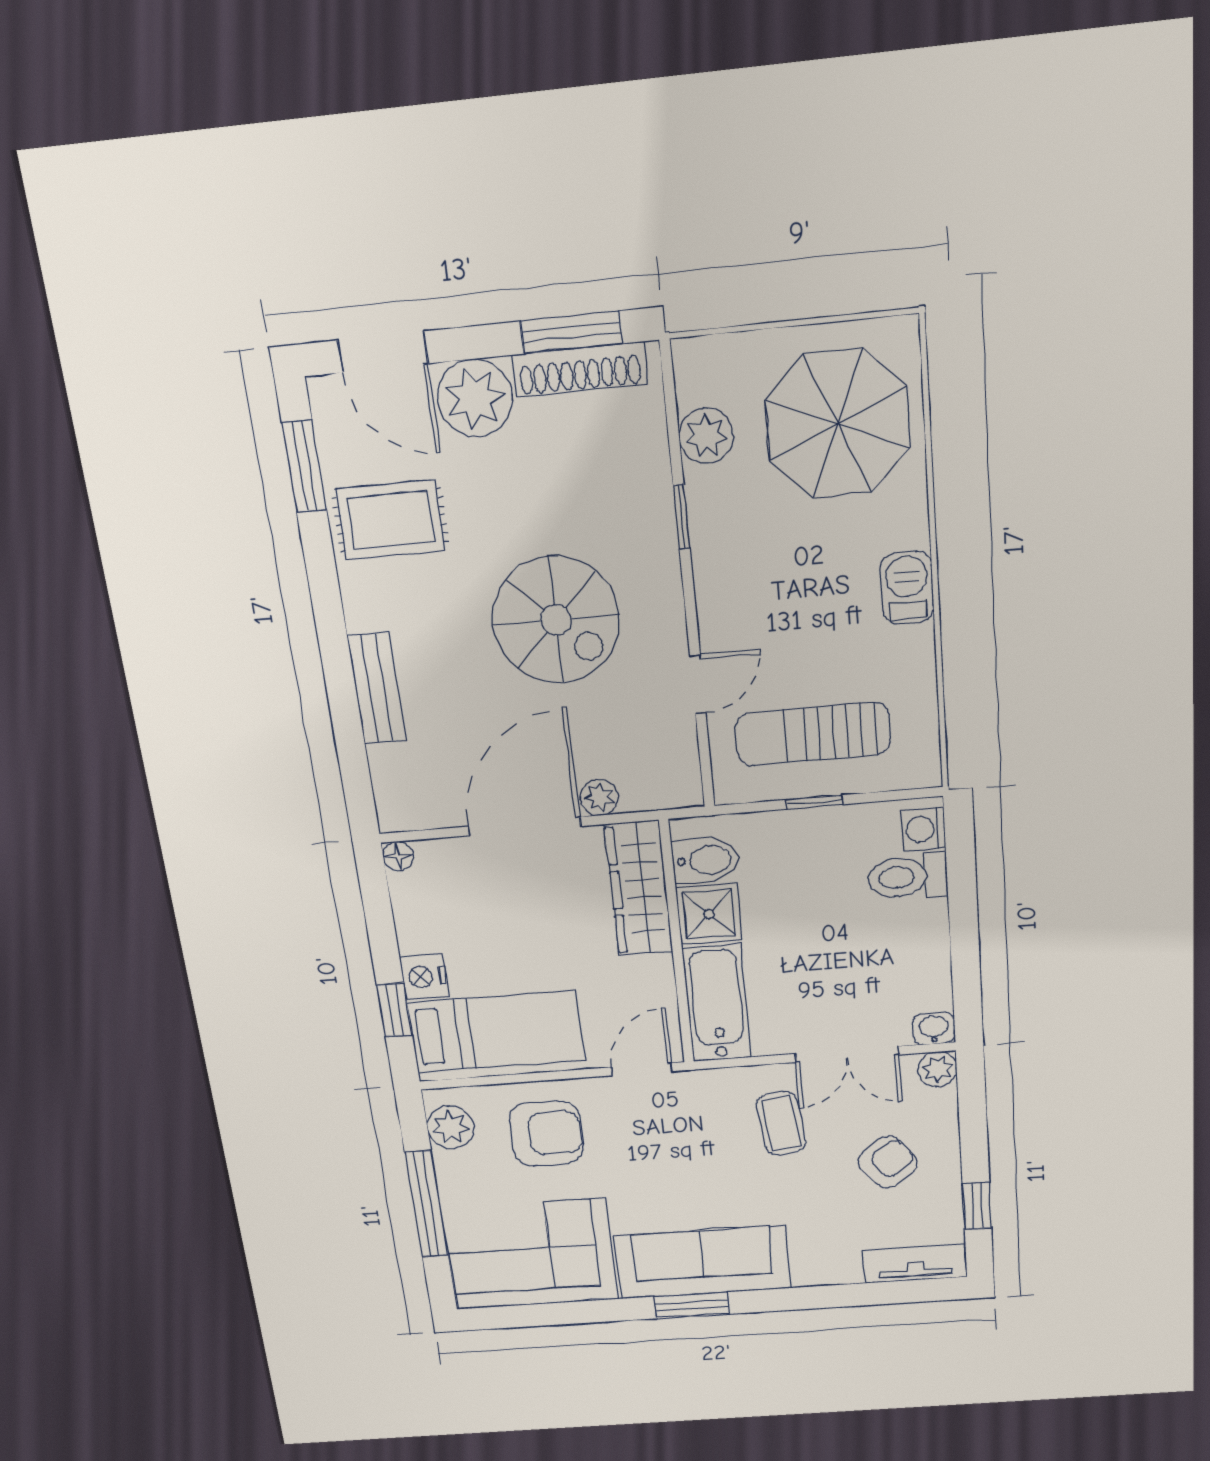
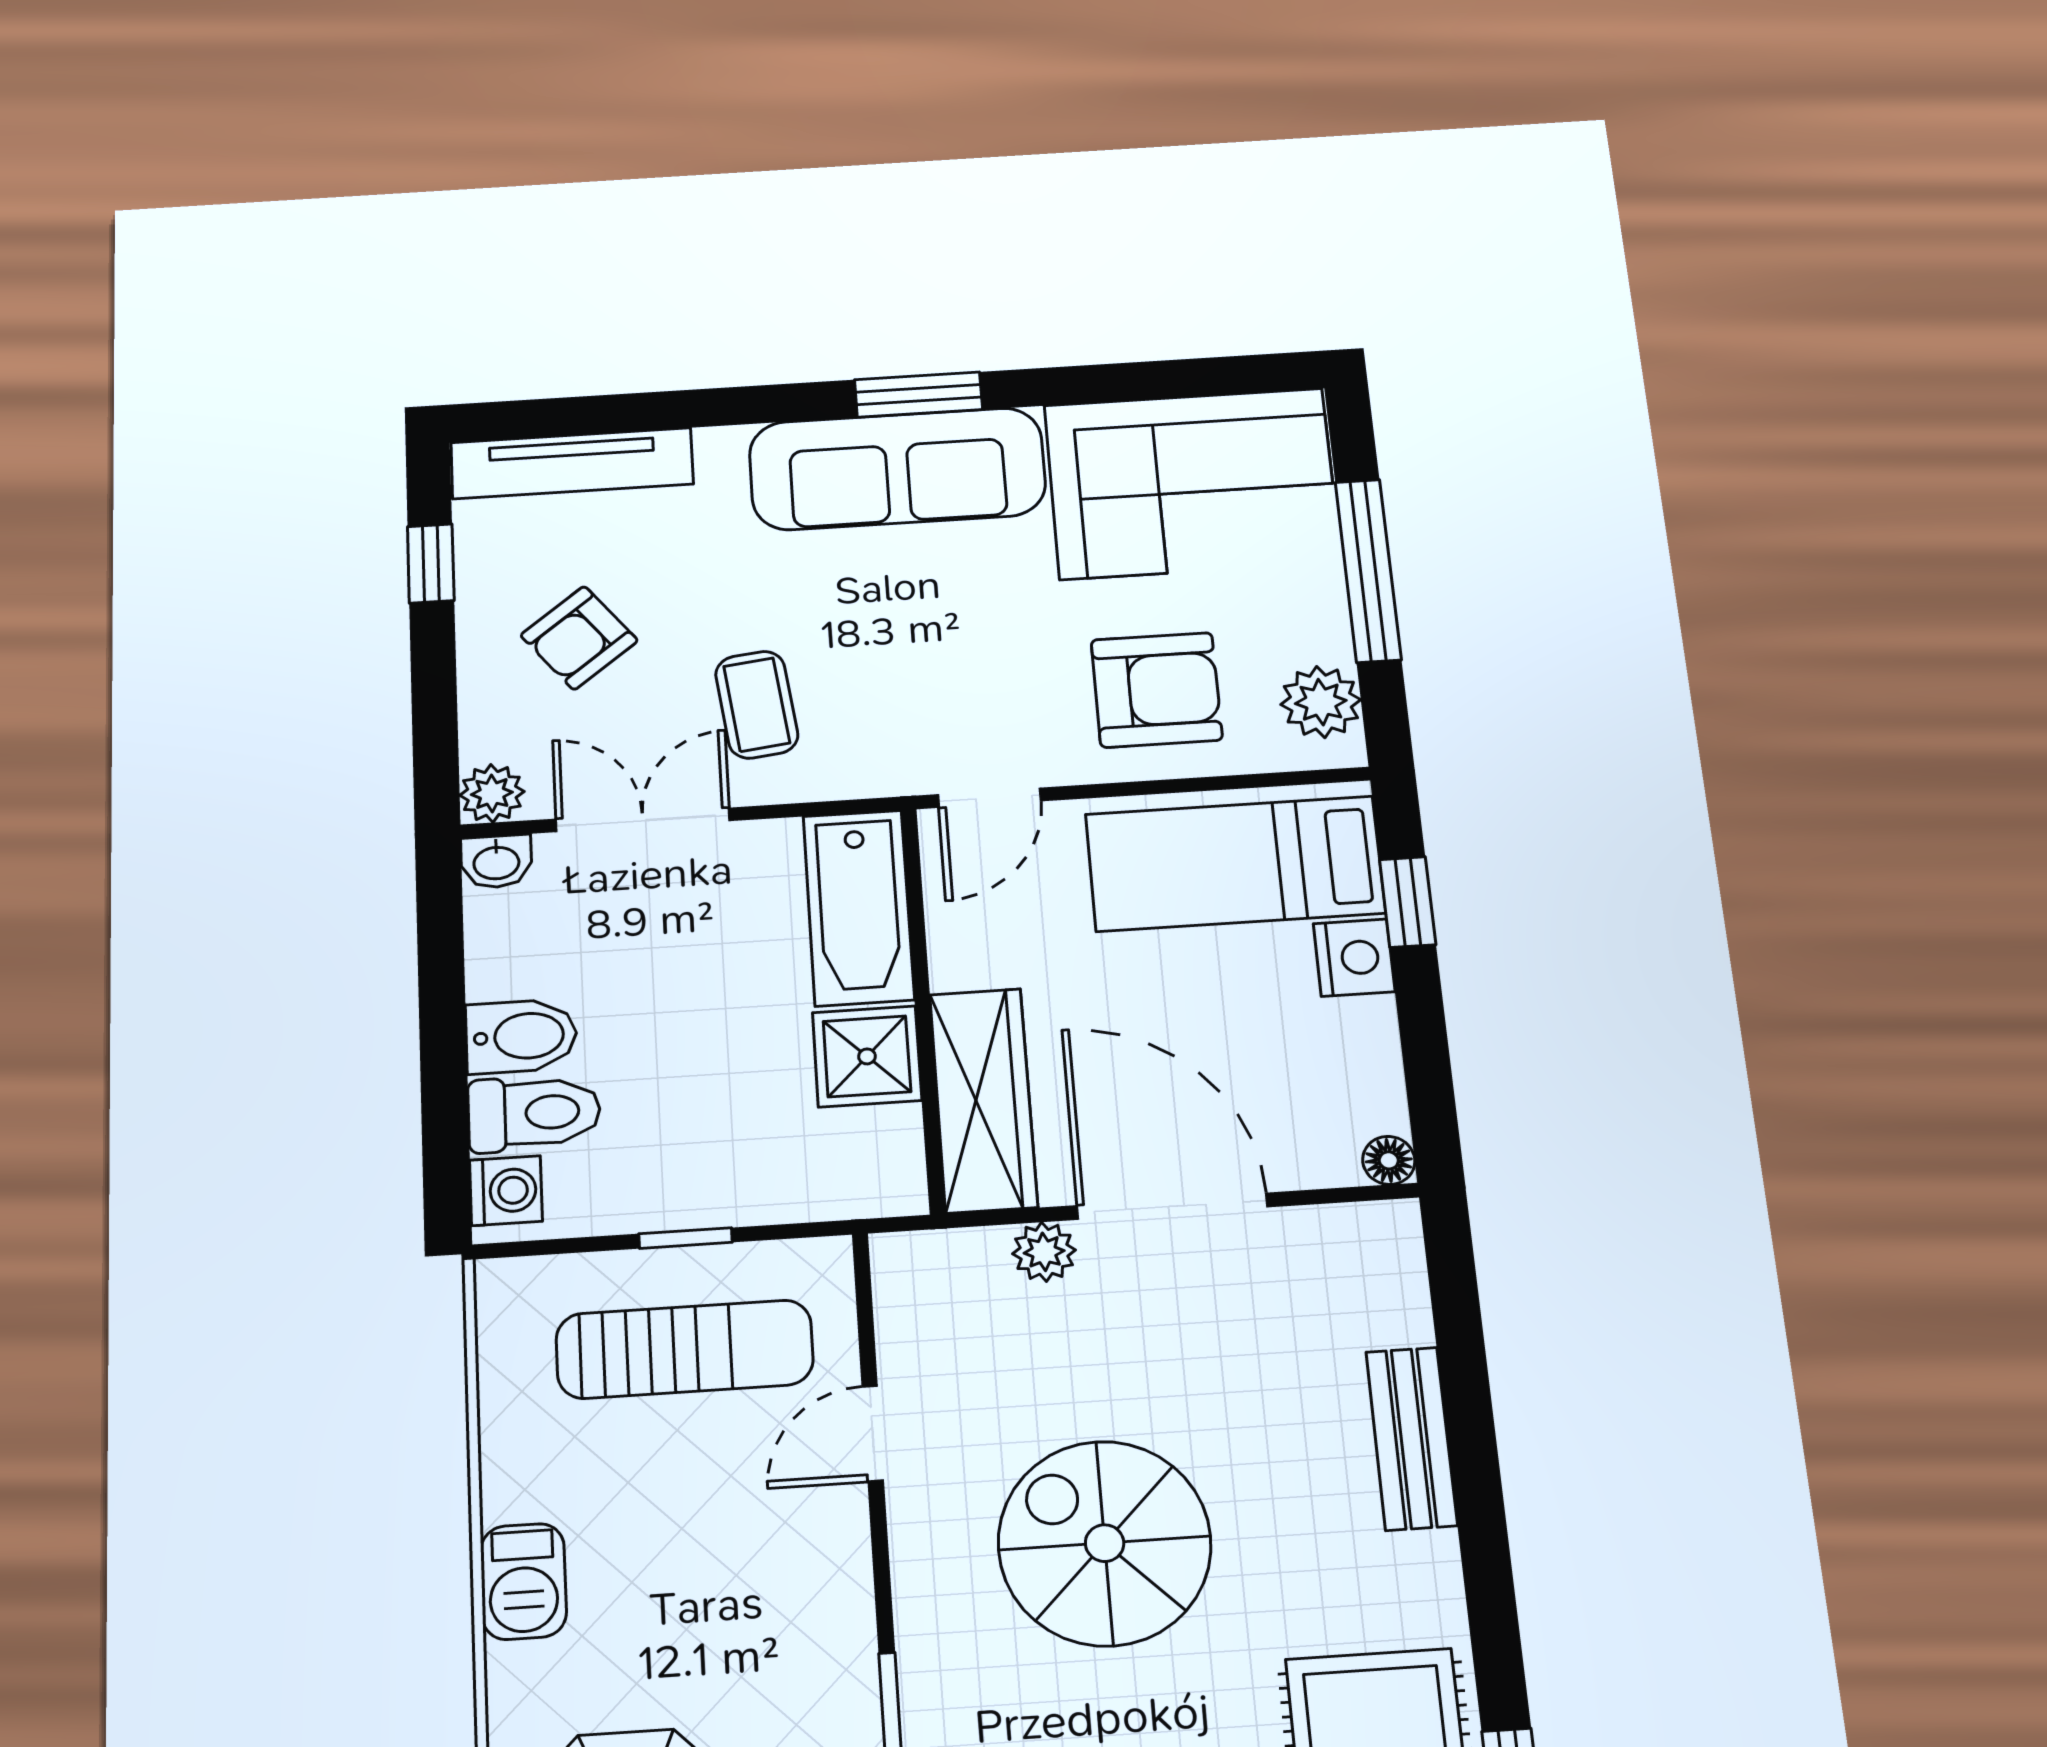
door: (524, 826) -> (1172, 1206), swing flipped
bidet: (706, 860) -> (521, 1036), moved, turned 180
armchair: (546, 1134) -> (1157, 690), turned 180
tv unit: (915, 1263) -> (572, 463), width x1.41

